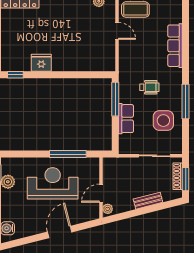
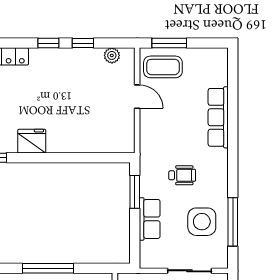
window: (115, 99) -> (135, 192), width x0.69
window: (186, 102) -> (233, 222), moved
window: (68, 154) -> (48, 268), moved

